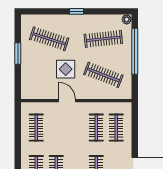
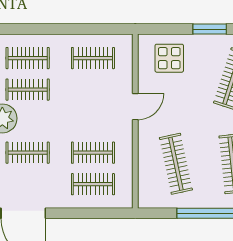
display table: (66, 69) -> (169, 58), moved
clothes rail: (103, 75) -> (176, 164), turned -33

